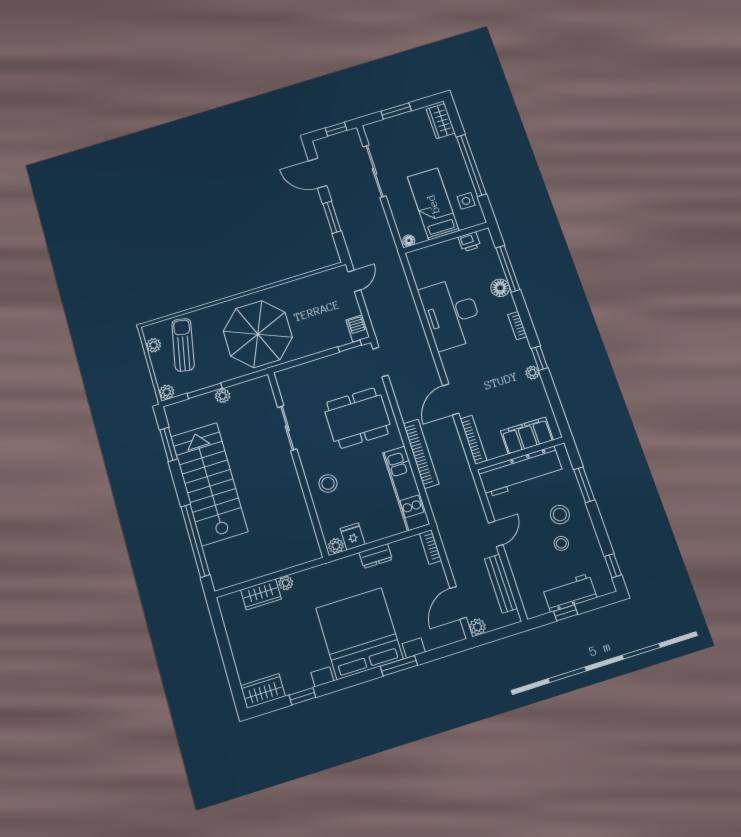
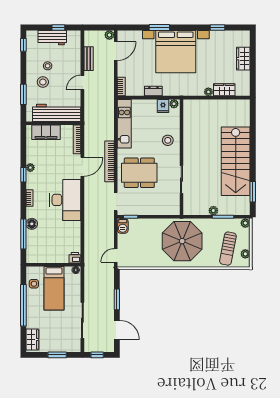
printer: (469, 242) -> (75, 258), moved
desk: (451, 314) -> (65, 200), moved
bookcase: (421, 454) -> (109, 161), moved
window: (195, 541) -> (253, 131), removed
bench: (501, 584) -> (89, 59), width x0.73
wardrobe: (263, 691) -> (243, 59), moved, turned 90

